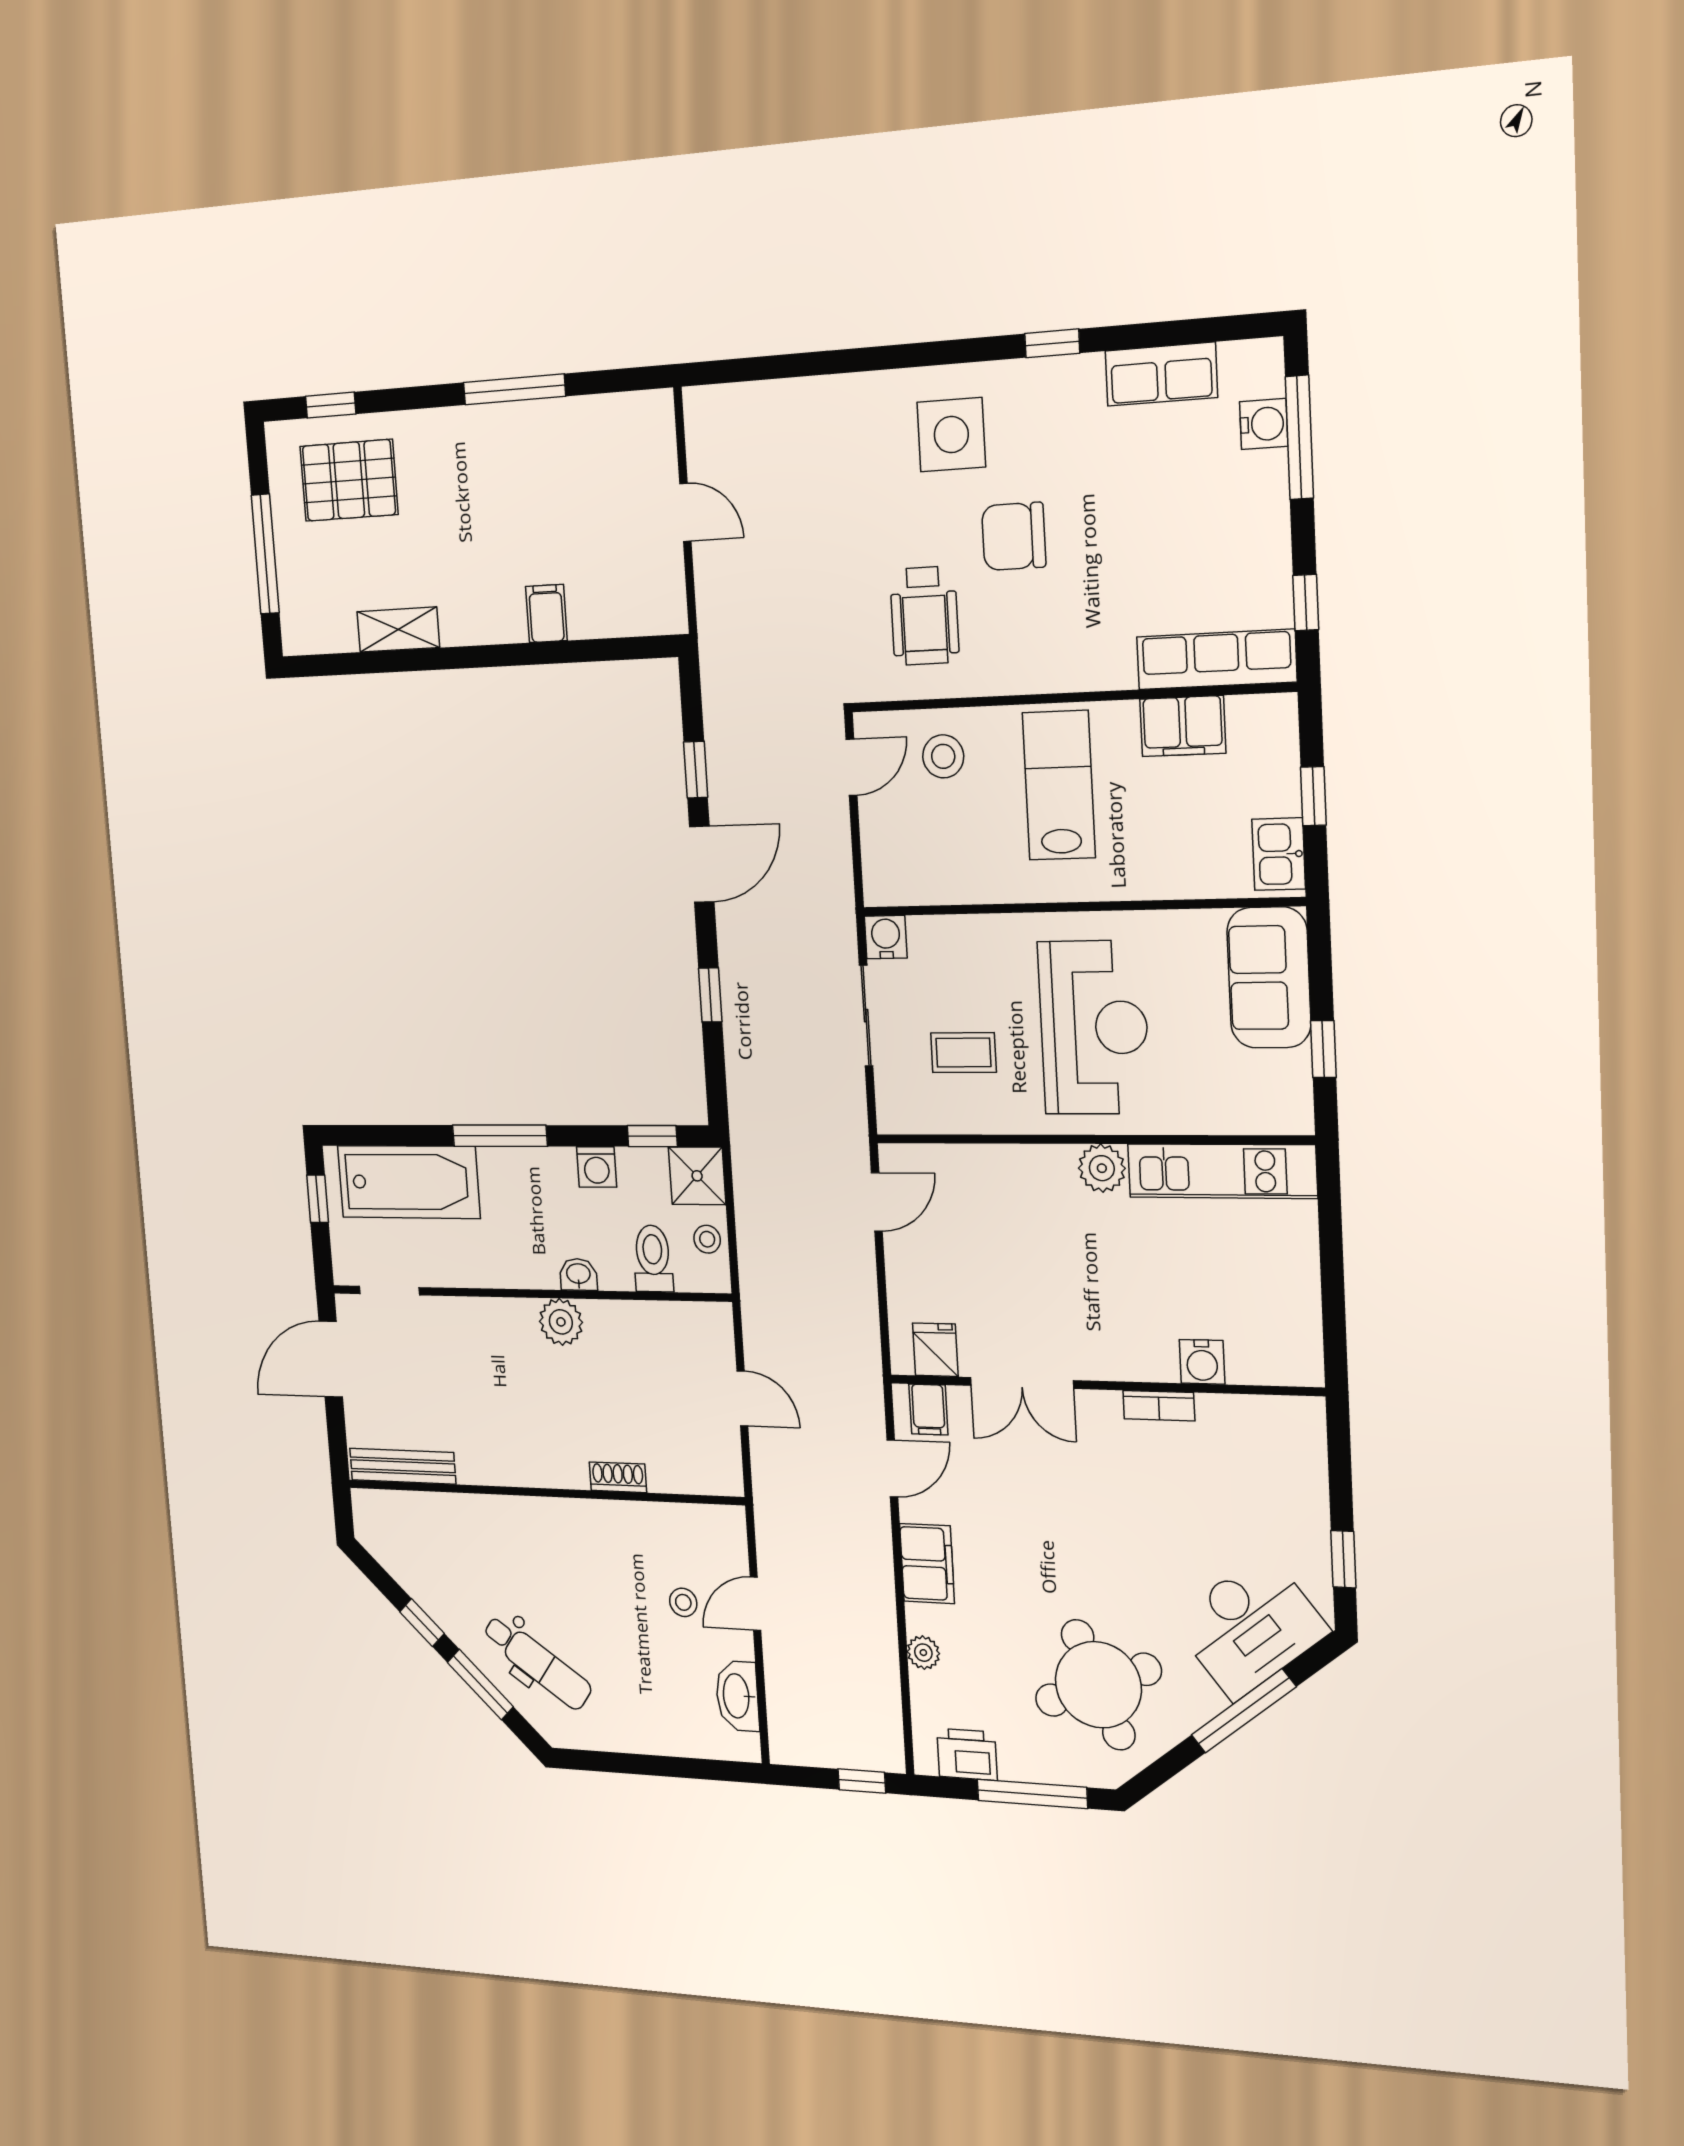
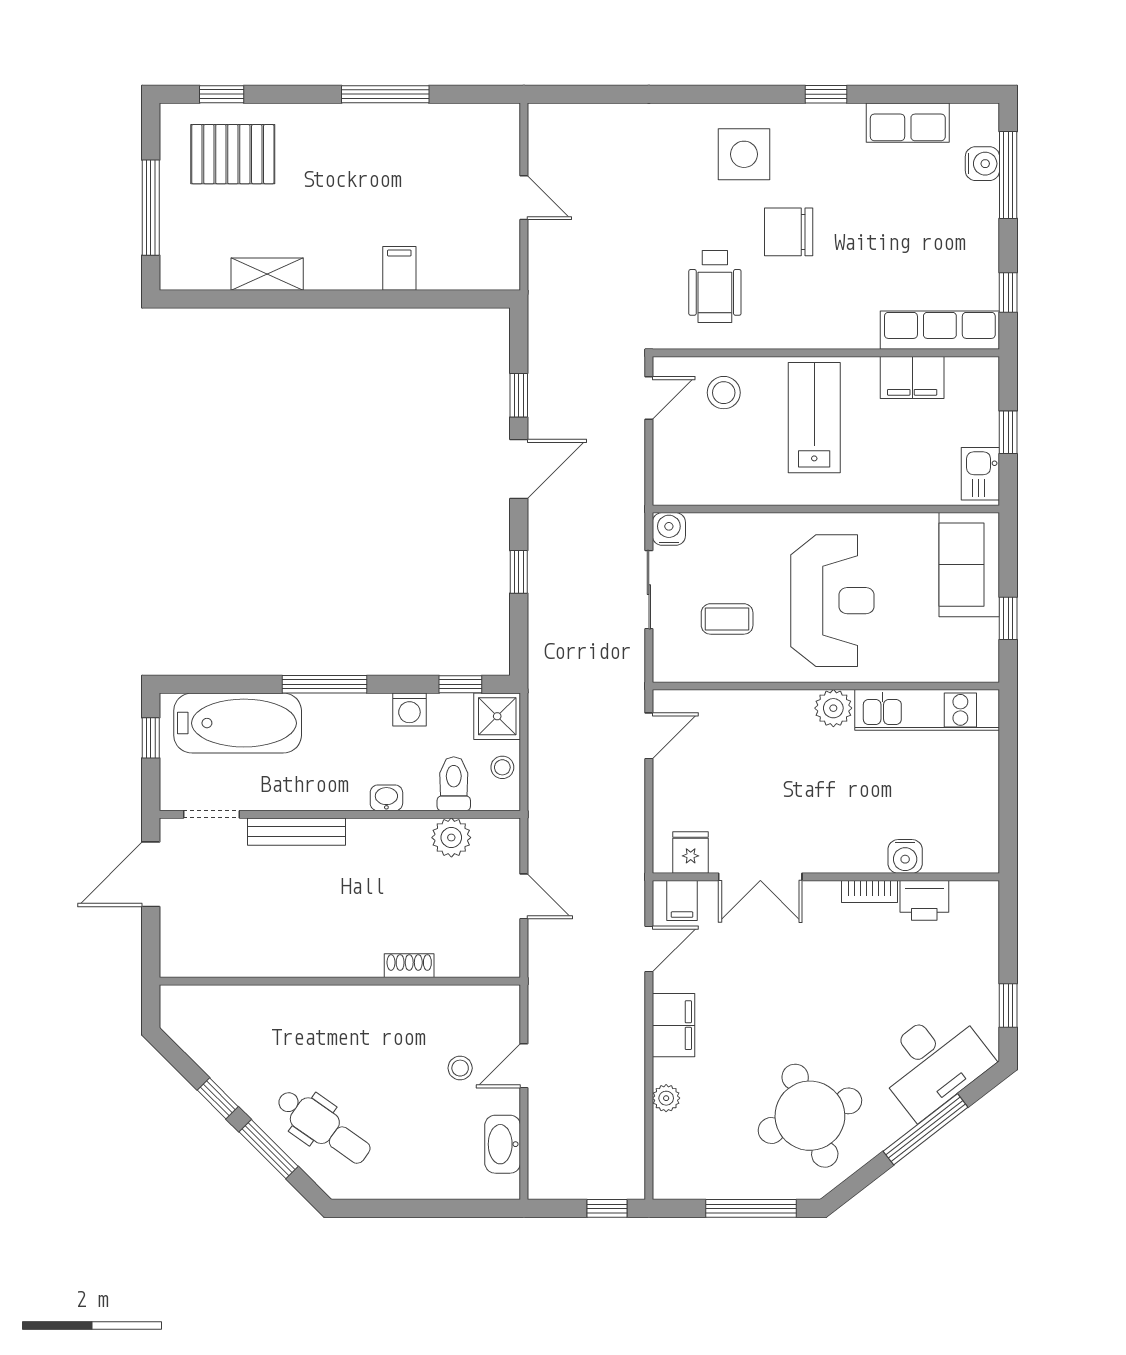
plant: (561, 1322) -> (451, 838), moved
bench: (403, 1466) -> (296, 832), moved
printer: (967, 1754) -> (924, 900), moved, turned 180

